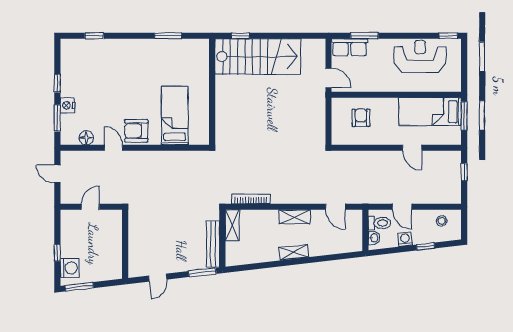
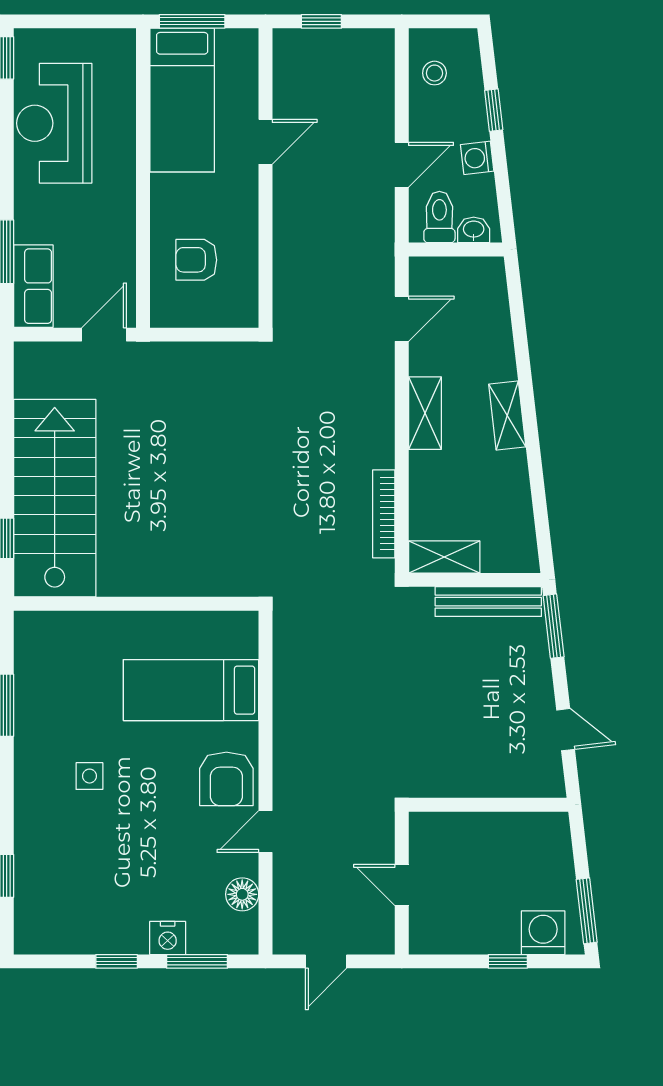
side table: (138, 72) -> (89, 776), added

